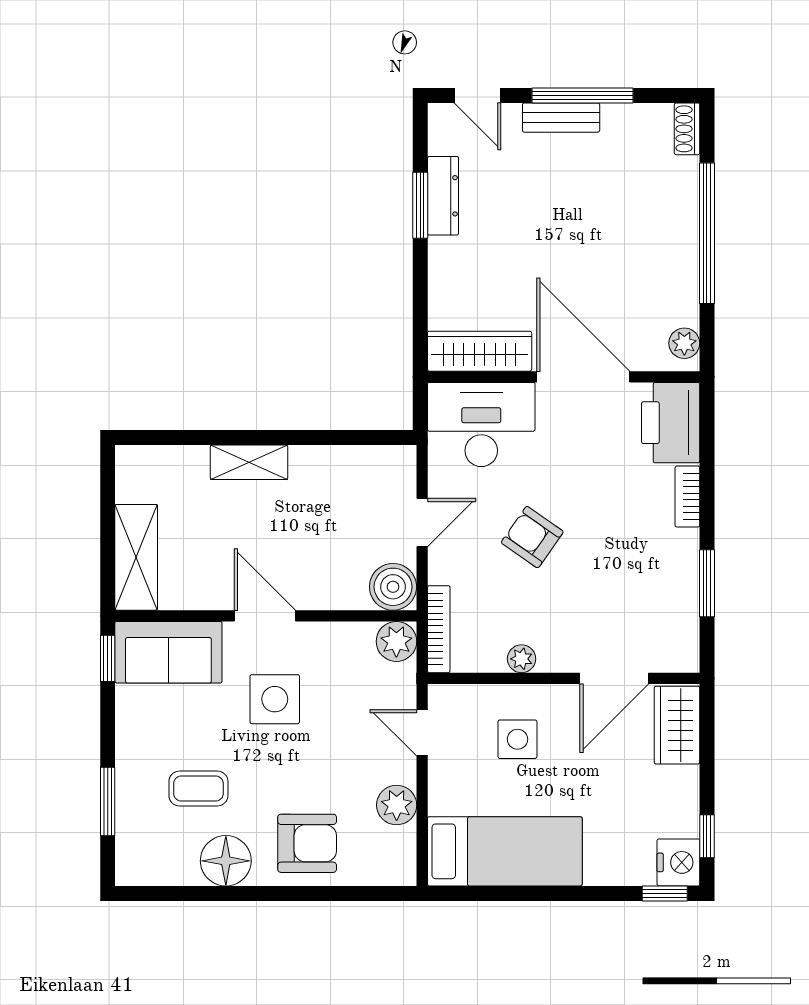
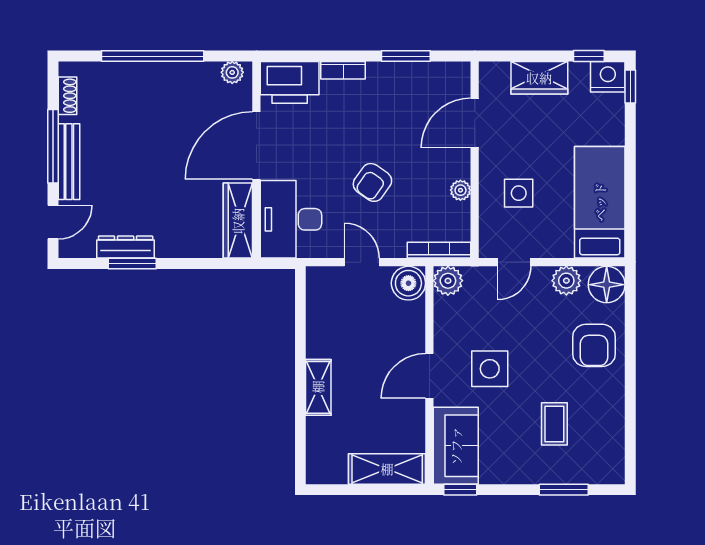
bench: (561, 118) -> (69, 162), width x1.36
shoe rack: (687, 129) -> (67, 96), moved, turned -90
door: (614, 678) -> (475, 123), swing flipped
wardrobe: (677, 725) -> (539, 78), moved
armchair: (307, 843) -> (594, 345), turned 180
floor lamp: (226, 861) -> (607, 285), moved

